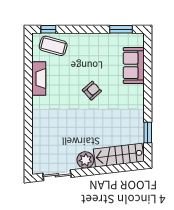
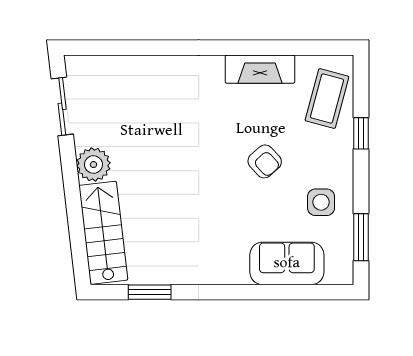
window: (48, 29) -> (361, 133), moved
side table: (104, 49) -> (321, 202), added
armchair: (92, 91) -> (265, 161), moved

